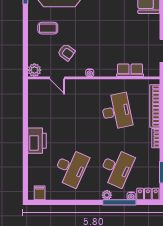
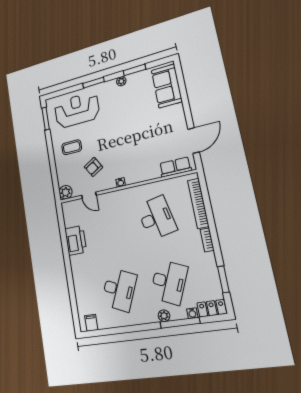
armchair: (66, 52) -> (93, 167), turned 113
row of seats: (130, 70) -> (175, 167), moved
printer: (37, 141) -> (76, 240), moved

